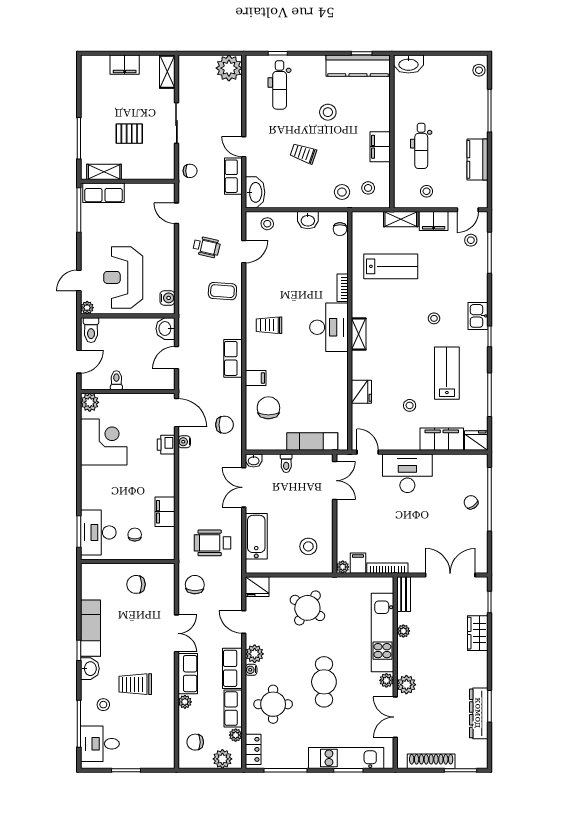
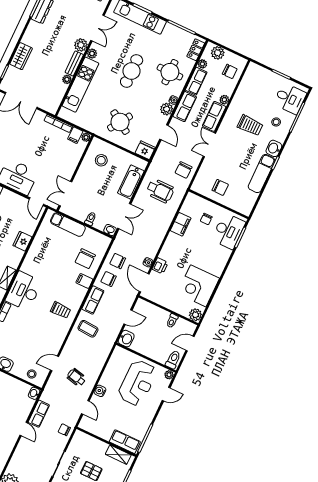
washbasin: (255, 192) -> (34, 393), width x0.52, depth x0.69
coffee table: (222, 291) -> (88, 329), moved
water cooler: (167, 298) -> (100, 391), moved
chair: (225, 396) -> (109, 279), added
bench: (404, 594) -> (74, 63), moved

